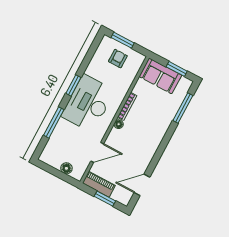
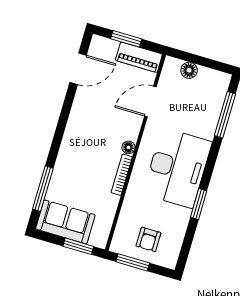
window: (123, 40) -> (133, 262), moved
window: (177, 69) -> (78, 246), moved
sofa: (160, 76) -> (65, 222), moved
window: (73, 85) -> (199, 204), moved
window: (54, 122) -> (225, 115), moved

